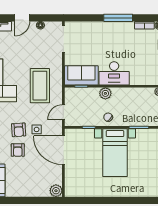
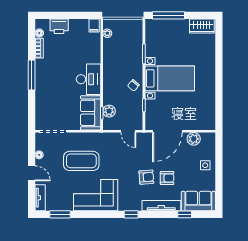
coffee table: (40, 86) -> (81, 161), moved
plant: (105, 93) -> (109, 111), moved
side table: (37, 129) -> (205, 165), moved
plant: (56, 191) -> (194, 139), moved

